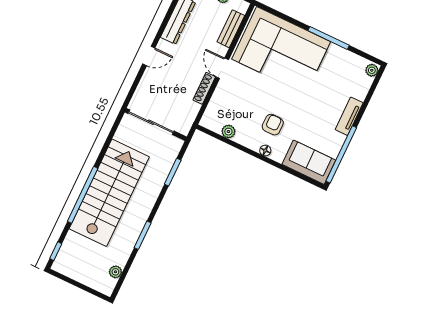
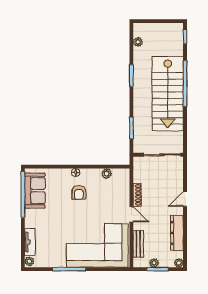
tv unit: (349, 116) -> (30, 242), moved
sofa: (309, 162) -> (35, 191), moved, turned -90

